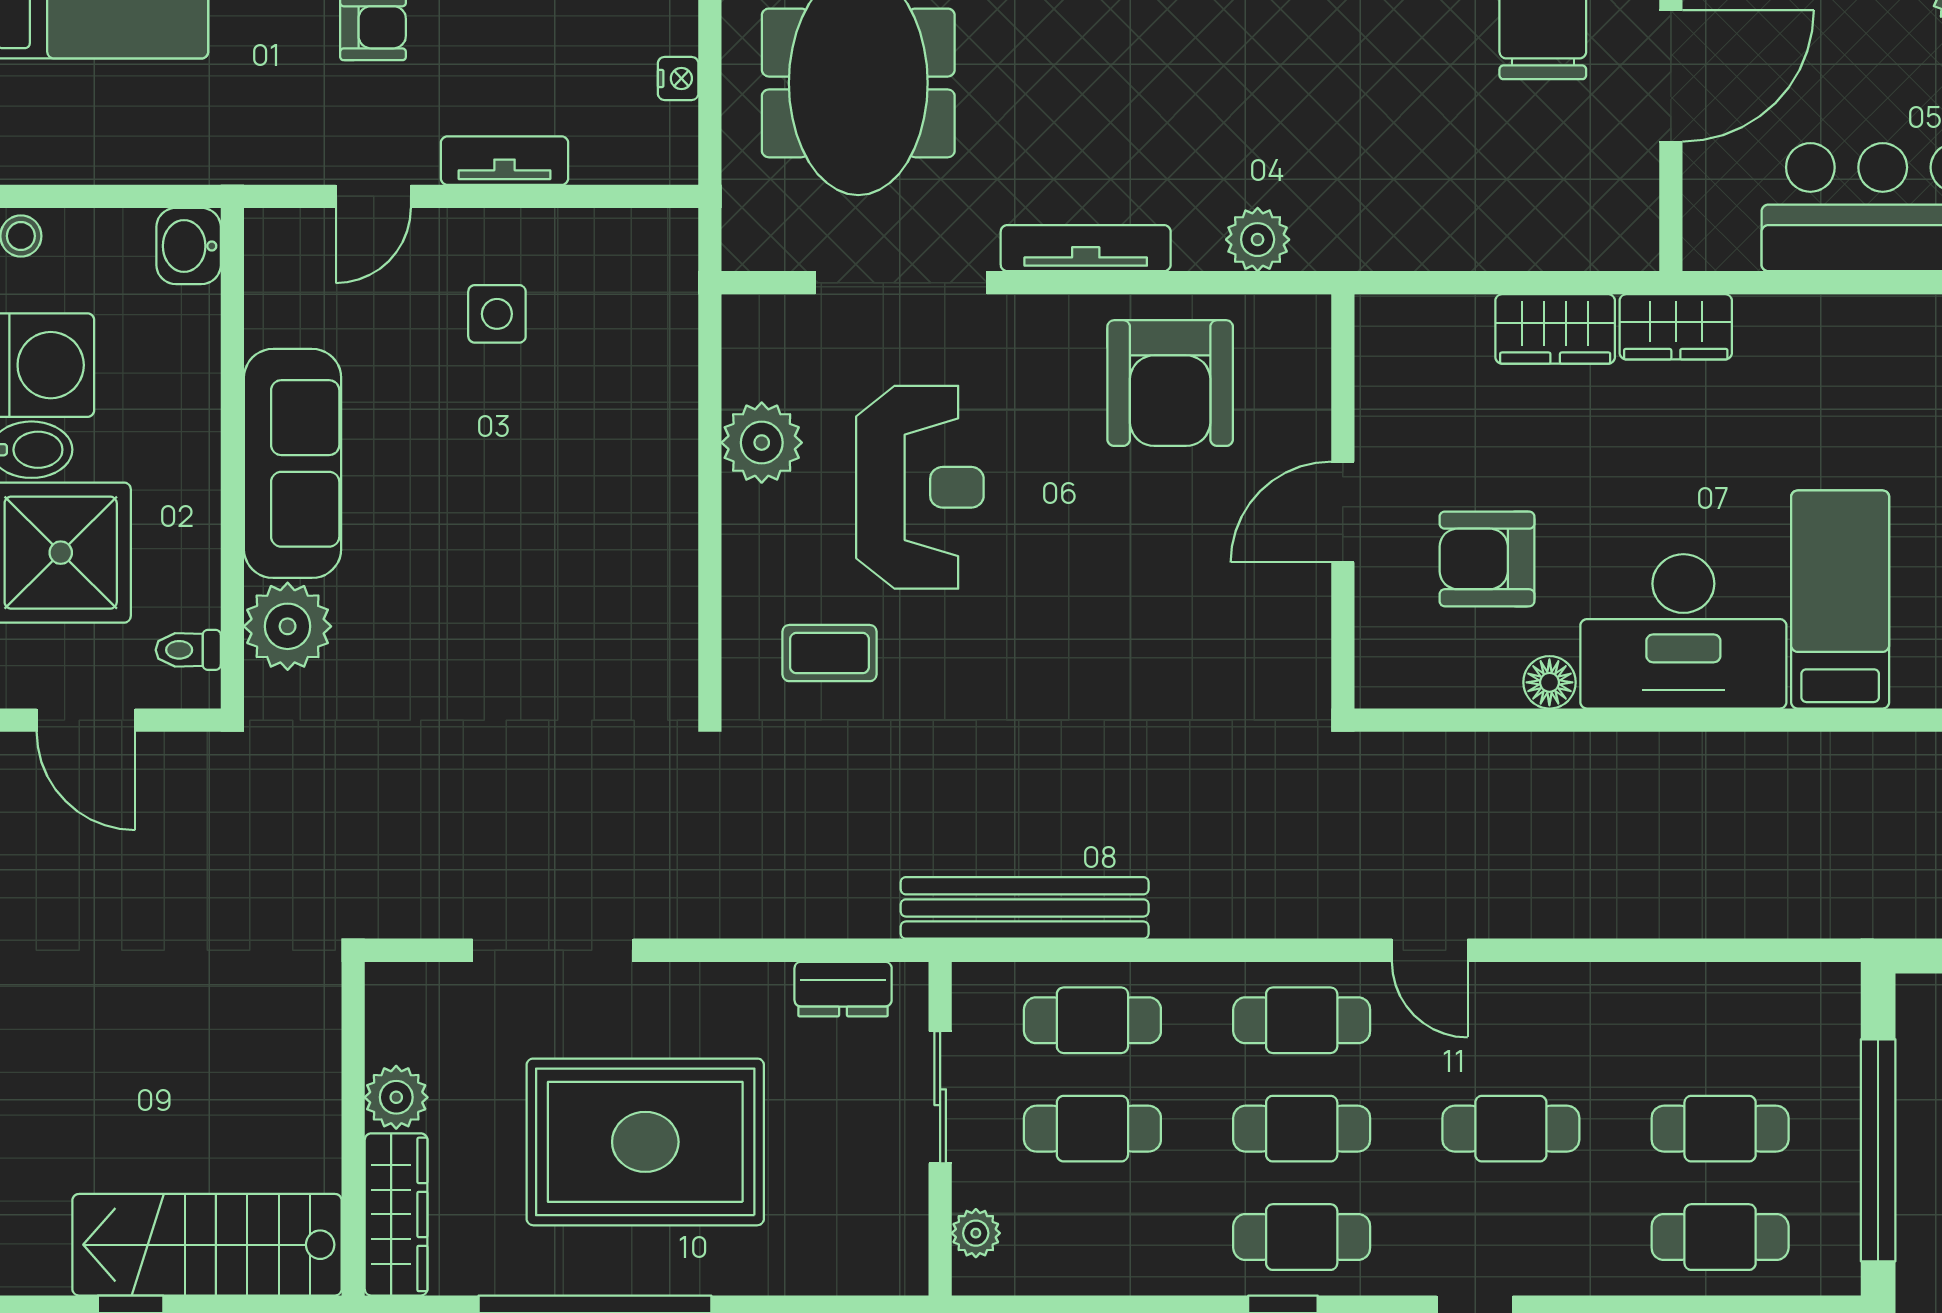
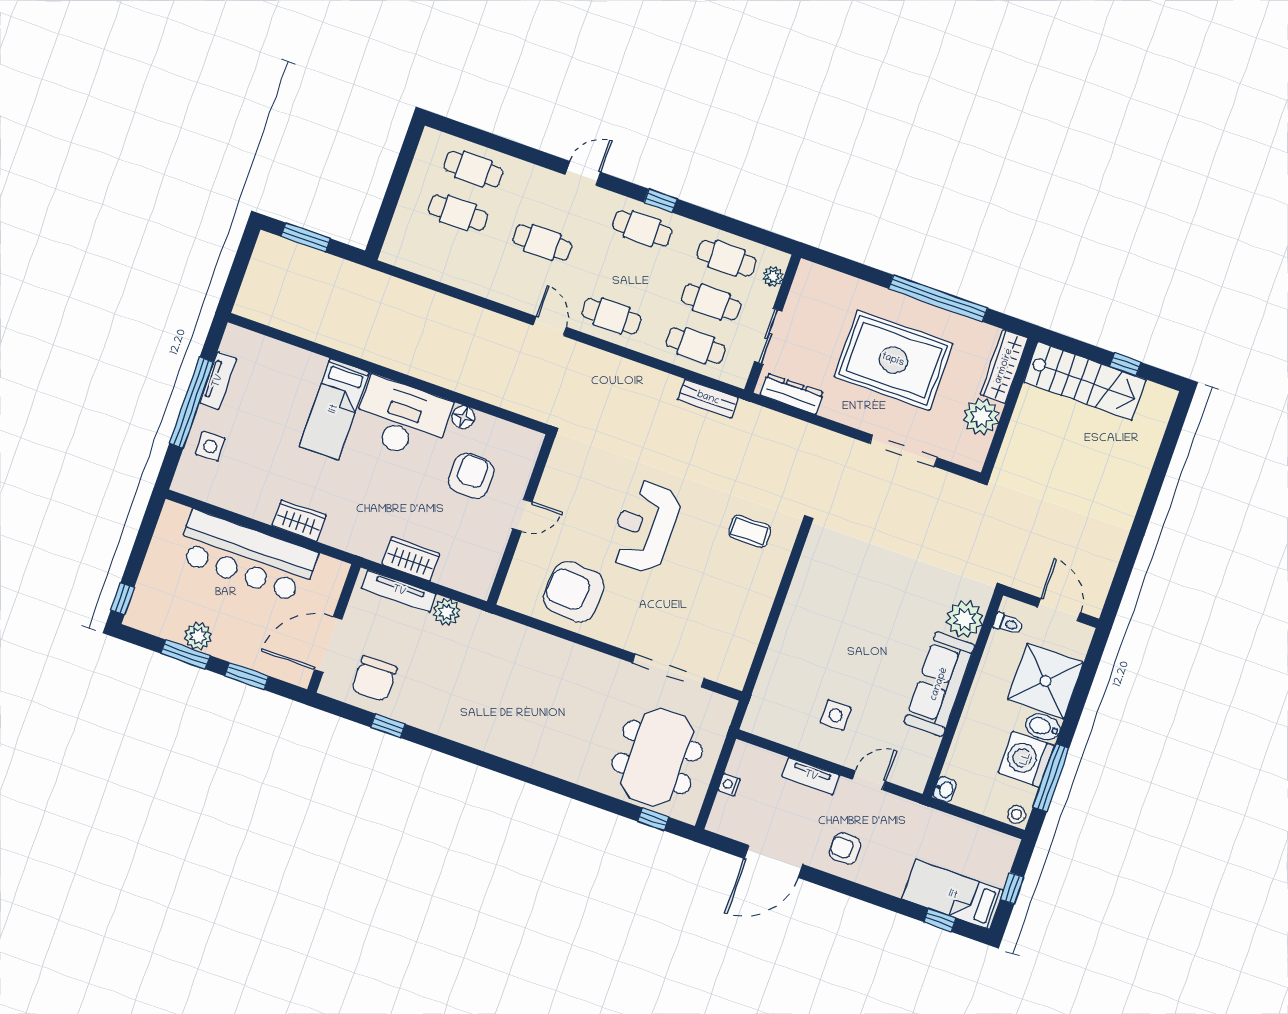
plant: (1258, 240) -> (446, 612), moved
washbasin: (189, 246) -> (945, 789), width x0.72, depth x0.69
tv unit: (1086, 248) -> (399, 591), moved
wardrobe: (1676, 327) -> (299, 520), moved
armchair: (1170, 383) -> (574, 592), turned -86
plant: (762, 443) -> (747, 626), removed
reception desk: (920, 487) -> (645, 527), moved
door: (1343, 512) -> (522, 515), width x0.73
armchair: (1487, 559) -> (471, 476), turned -90
bench: (1025, 908) -> (708, 398), width x0.54, depth x0.82
dresser: (843, 989) -> (792, 394), width x1.44
plant: (396, 1097) -> (981, 417), width x1.36, depth x1.36
cafe table: (1302, 1129) -> (727, 258), moved
window: (1878, 1150) -> (397, 182), removed

